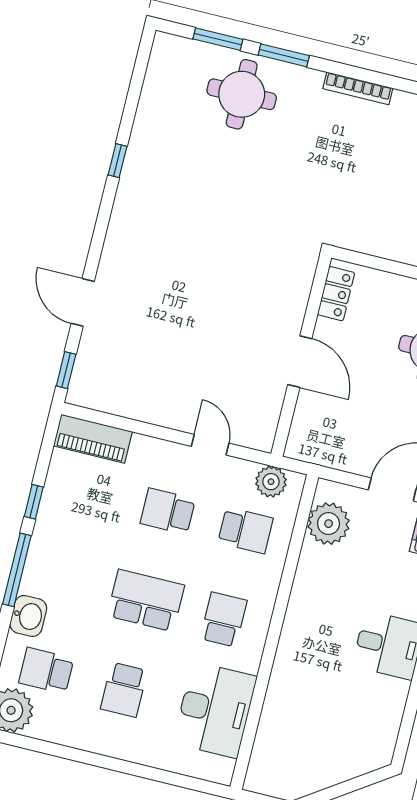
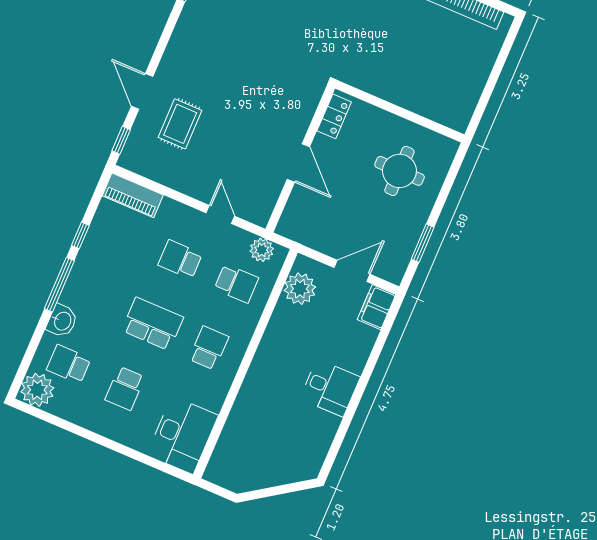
rug: (139, 336) -> (180, 124), added
desk: (215, 710) -> (182, 435), moved

